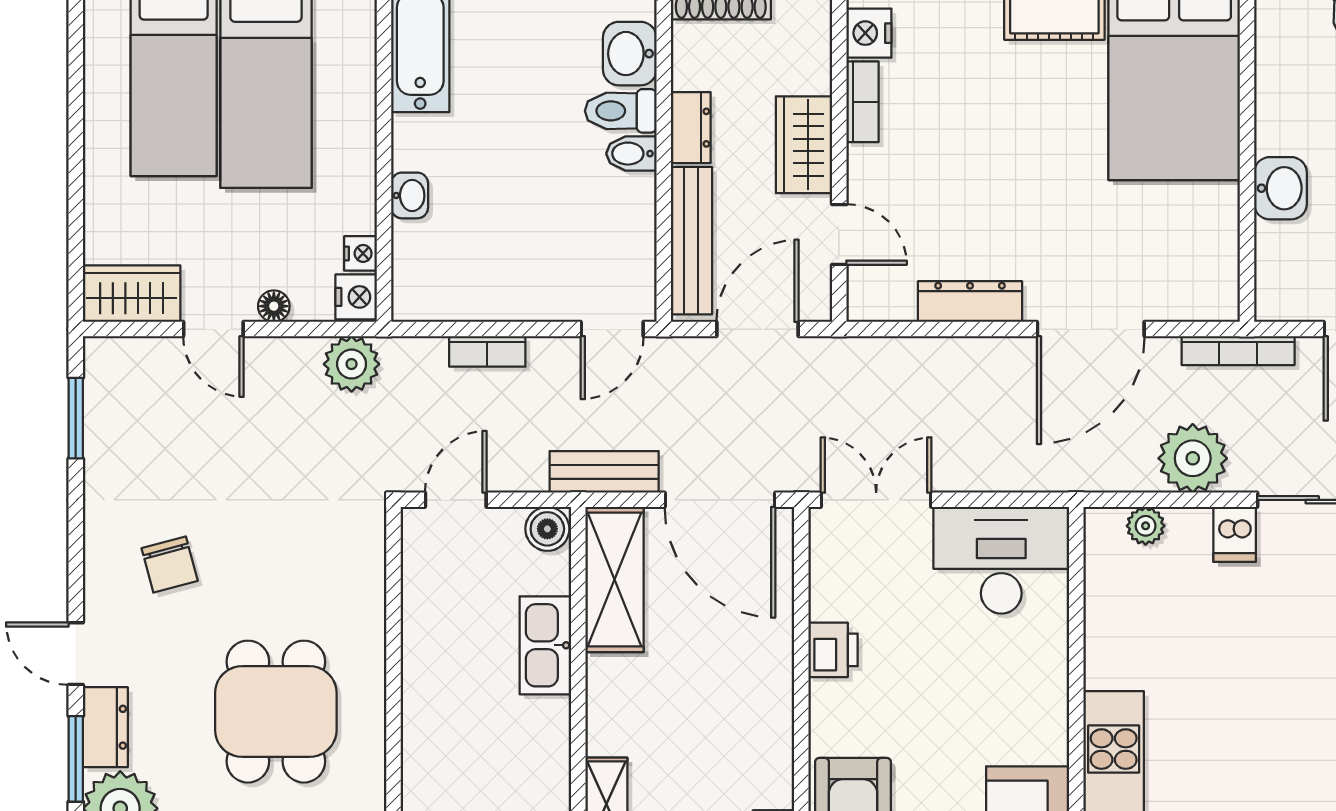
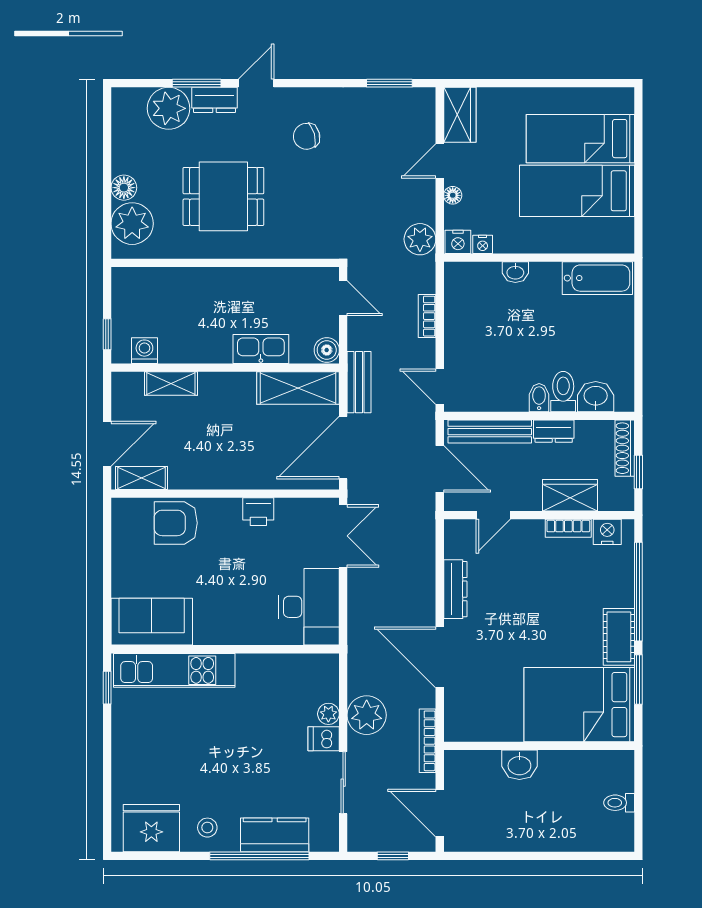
wardrobe: (804, 145) -> (570, 495), moved
plant: (1146, 526) -> (328, 714), moved

